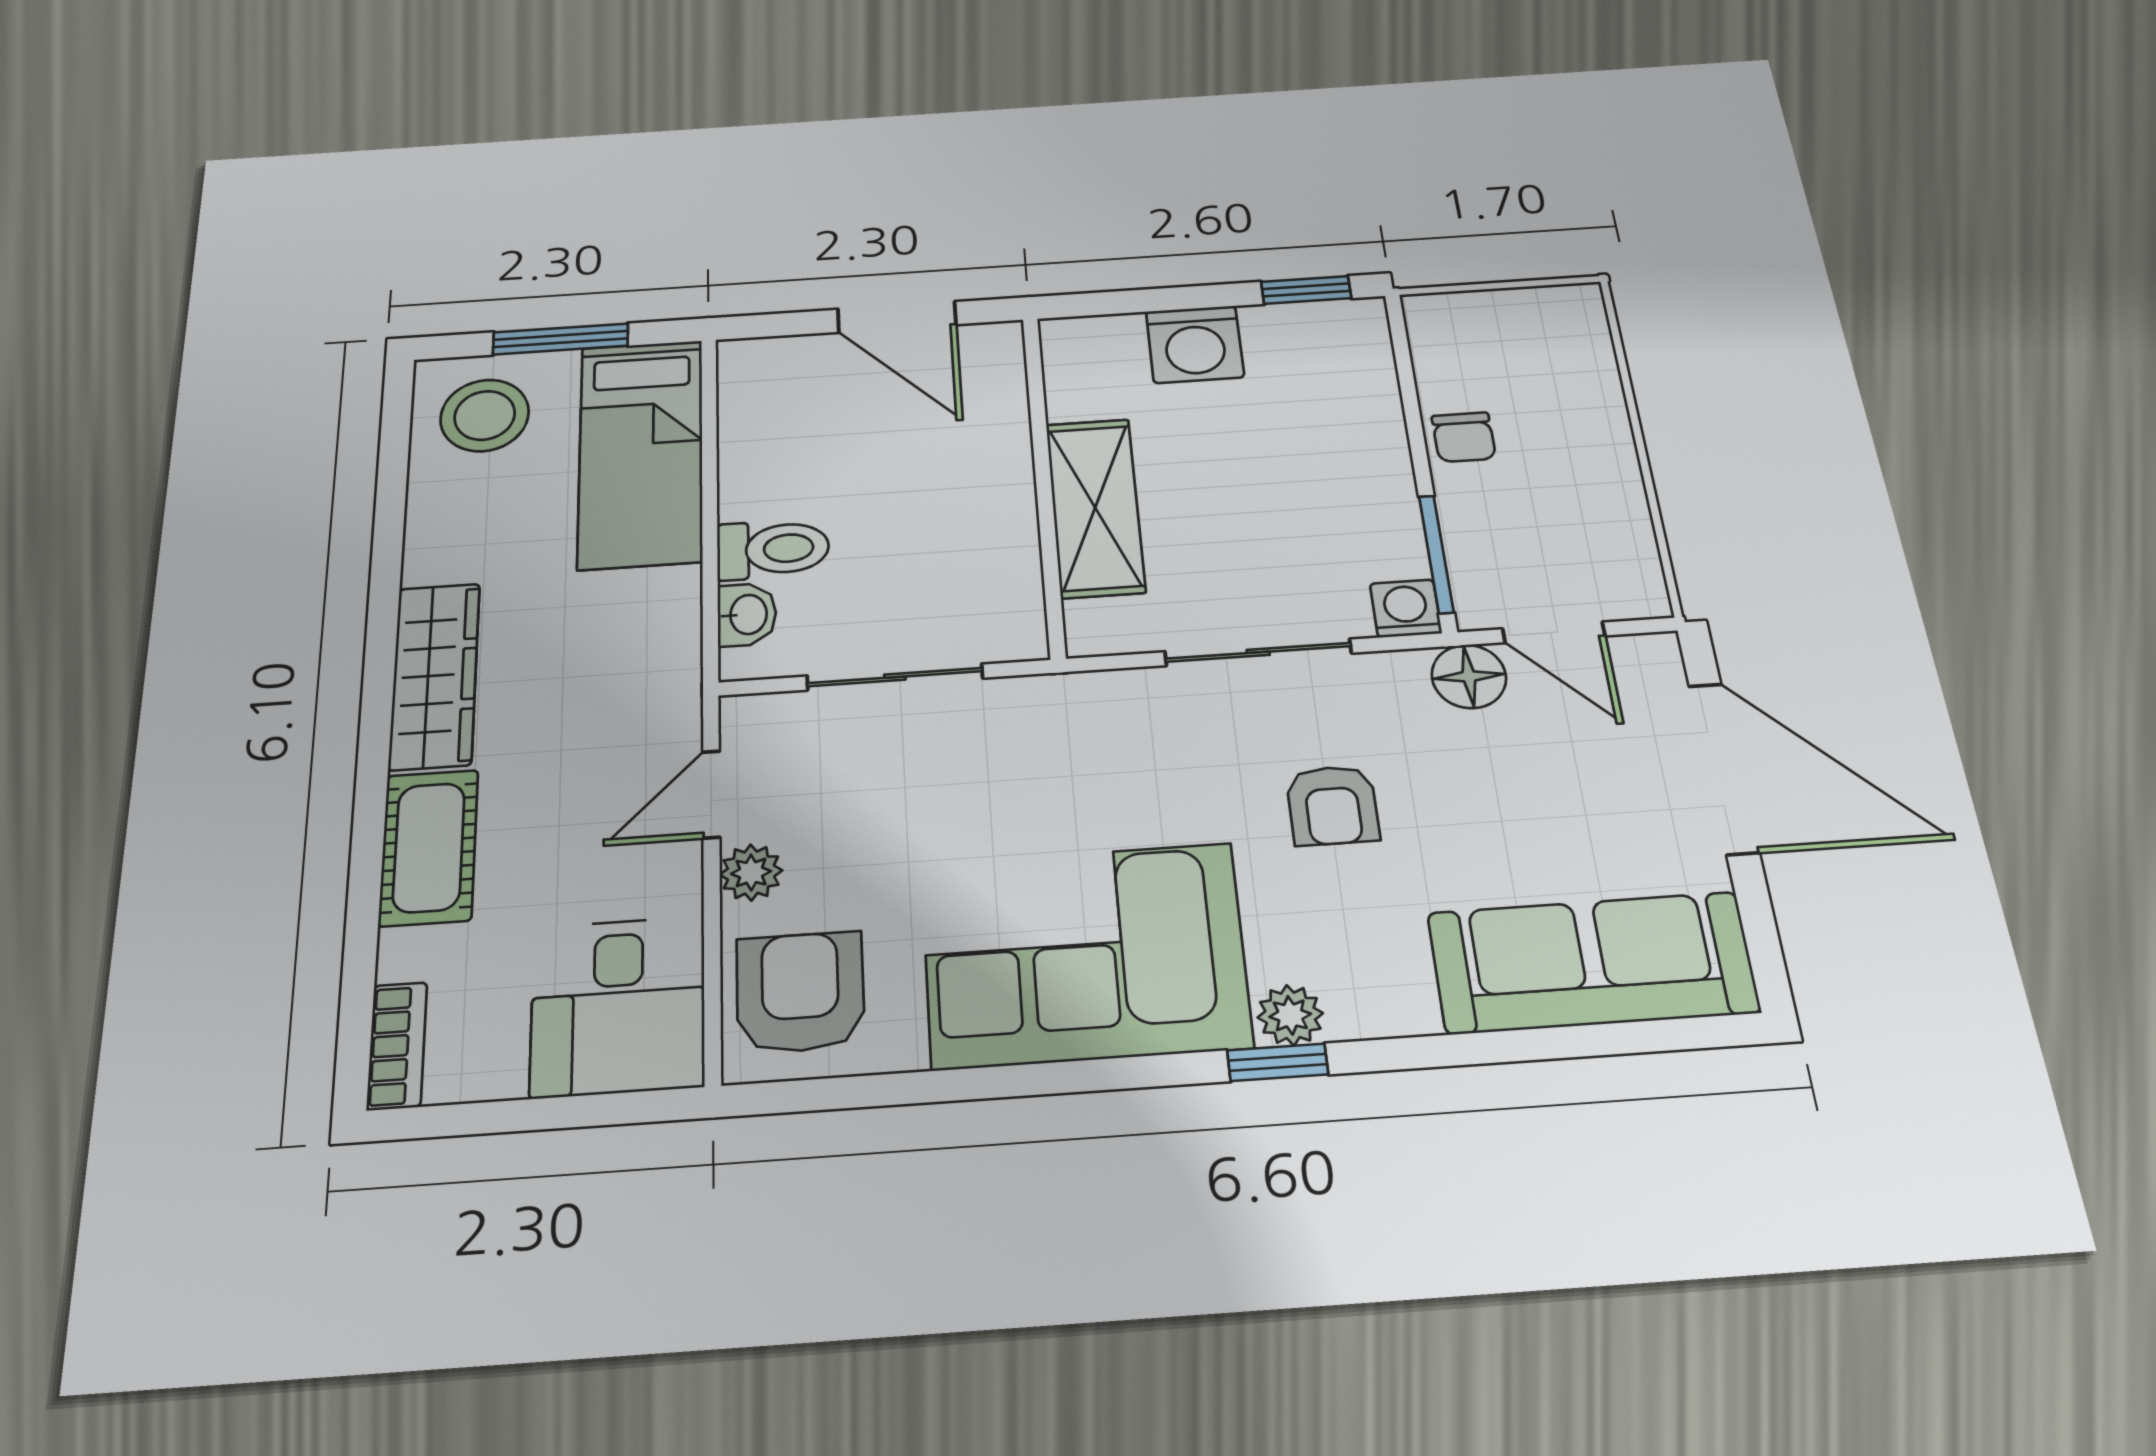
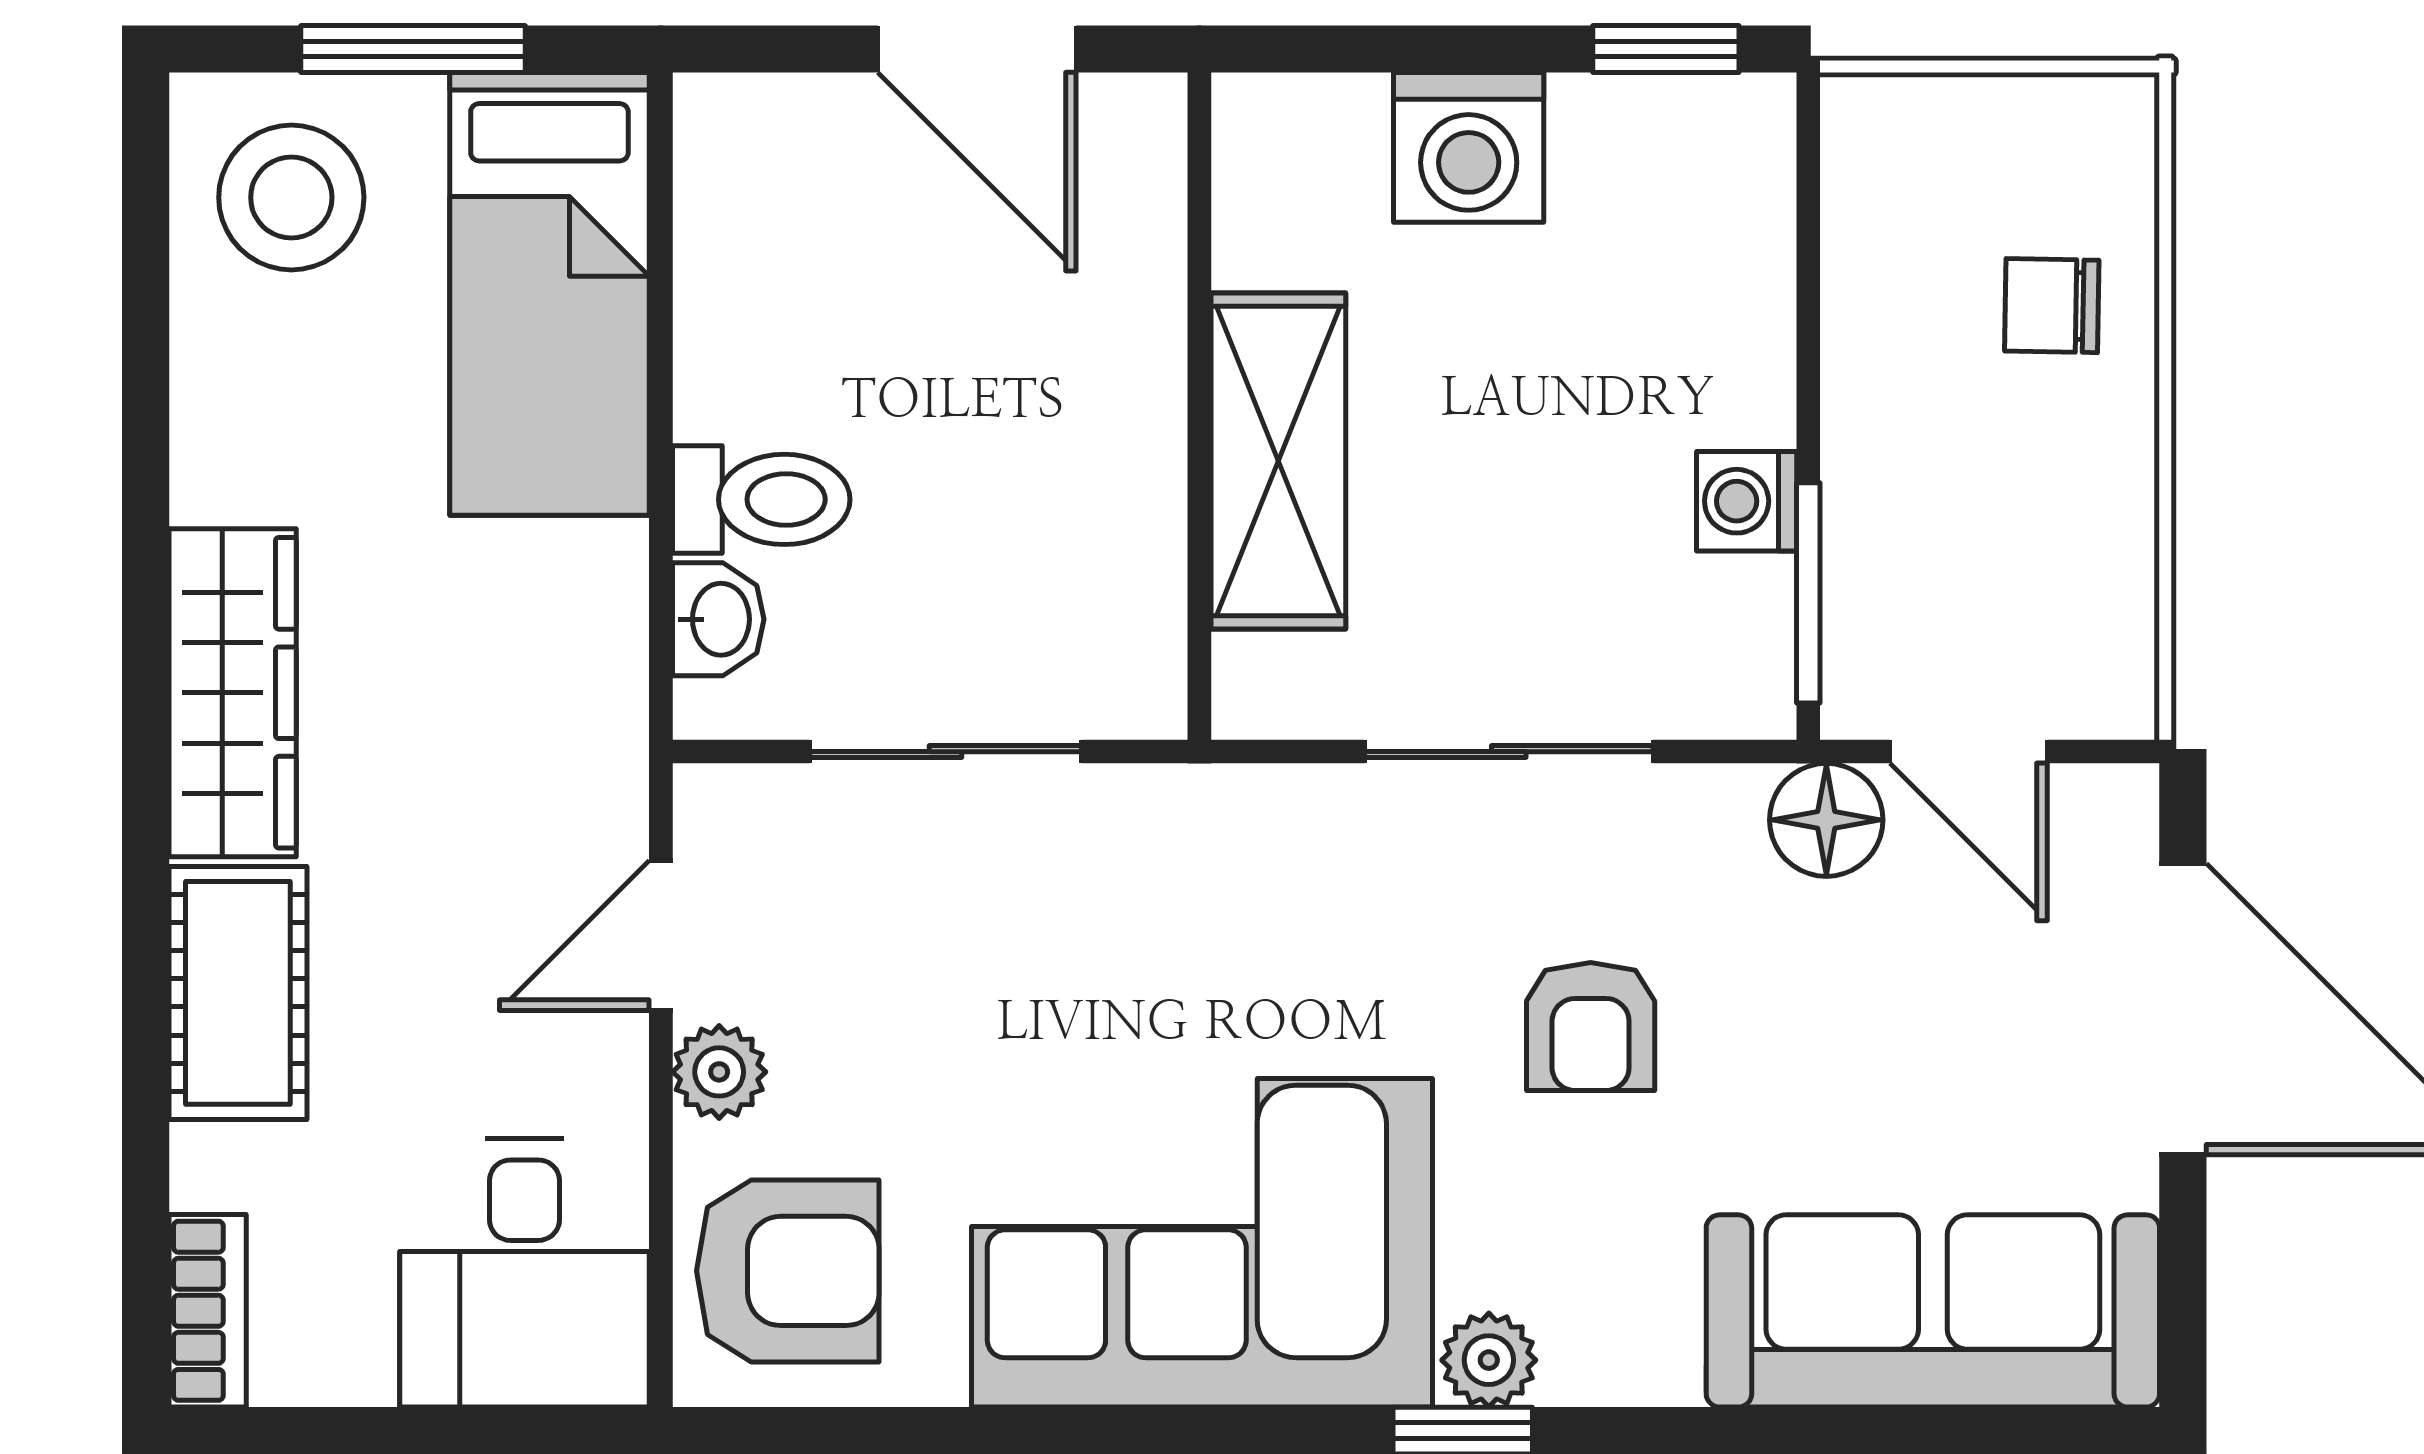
chair: (1464, 437) -> (2052, 306), moved, turned 91
washing machine: (1406, 608) -> (1747, 501), moved, turned -90
armchair: (800, 992) -> (788, 1271), turned 90

